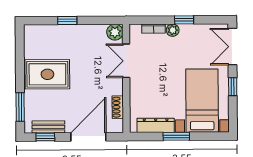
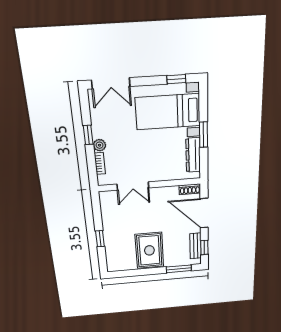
plant: (115, 32) -> (107, 198), removed
window: (233, 87) -> (176, 79), moved
shoe rack: (118, 107) -> (190, 189), moved

